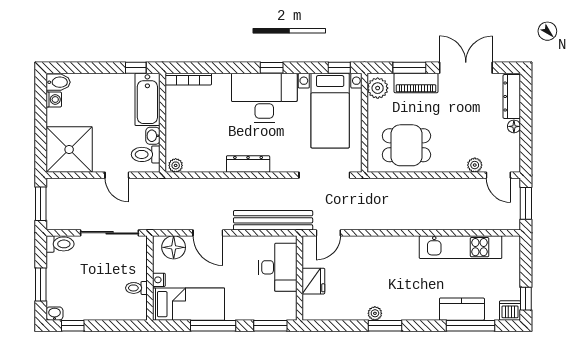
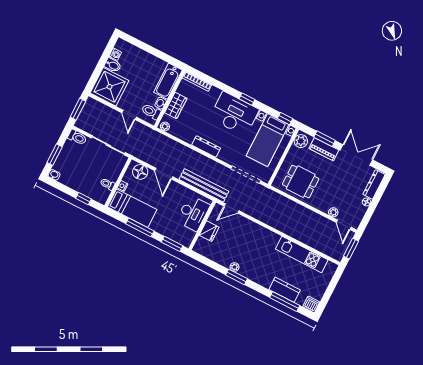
window: (136, 68) -> (171, 60), removed
bidet: (58, 82) -> (113, 65), moved
wardrobe: (176, 128) -> (176, 105), added
window: (526, 299) -> (324, 302), removed
window: (73, 326) -> (83, 199), moved

